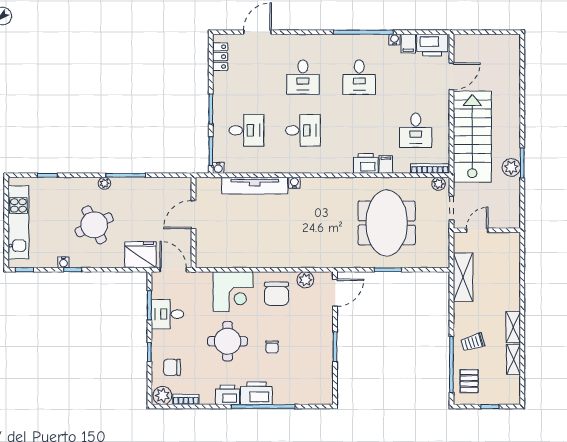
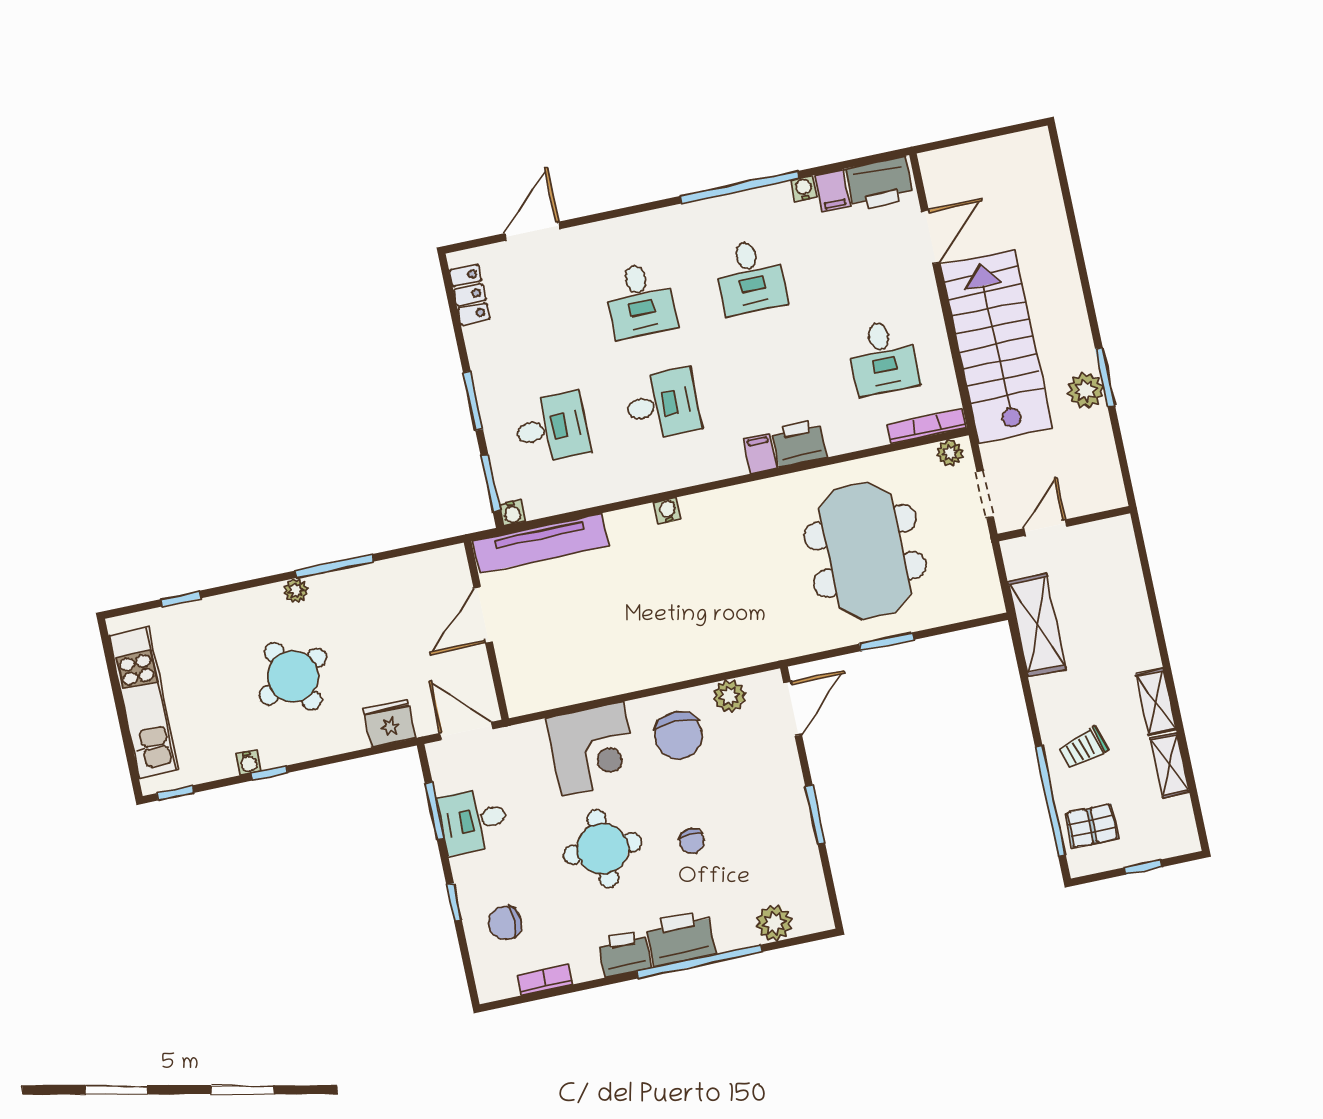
filing cabinet: (386, 164) -> (760, 453), moved
tv unit: (255, 186) -> (541, 543), moved
fridge: (140, 255) -> (389, 724), width x0.73, depth x0.75
pallet: (469, 381) -> (1092, 826), turned 90
plant: (162, 395) -> (774, 923), moved

